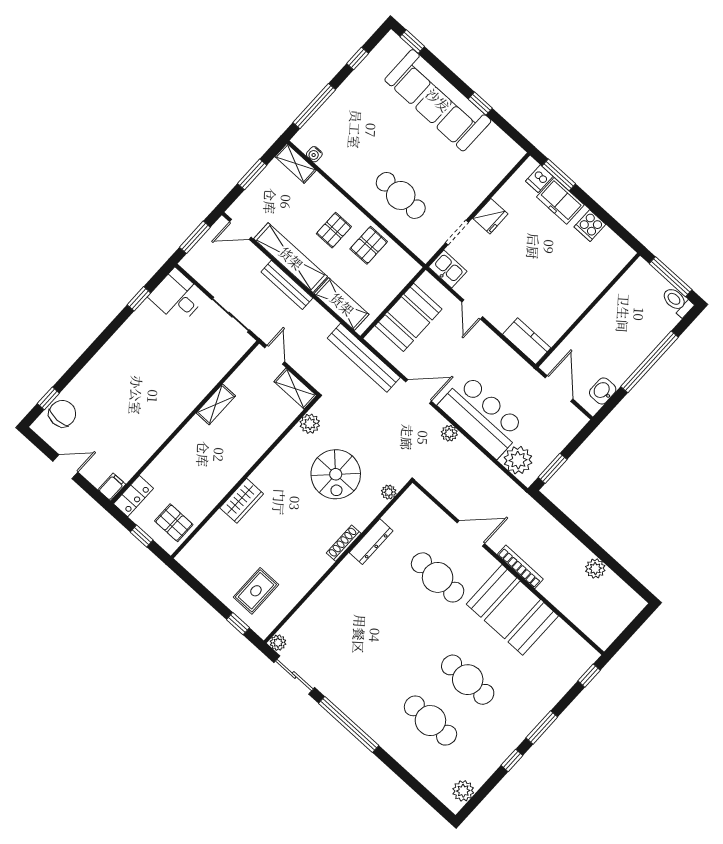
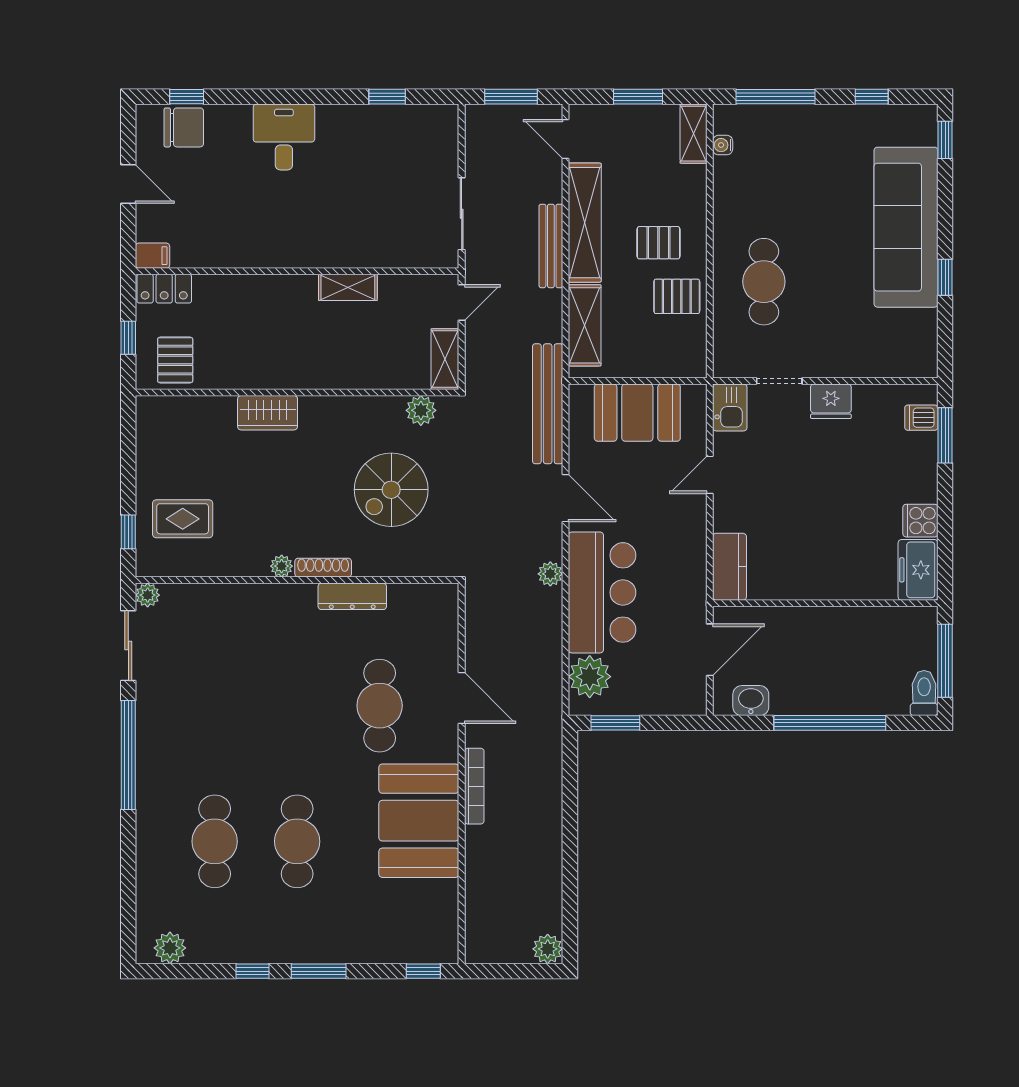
freezer: (560, 201) -> (918, 570), moved
desk: (177, 297) -> (284, 137), moved
plant: (389, 492) -> (282, 566), moved
plant: (595, 569) -> (548, 949), moved

